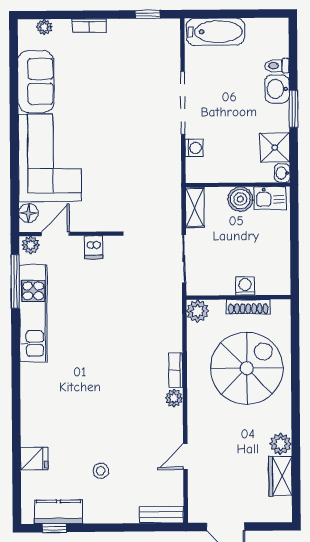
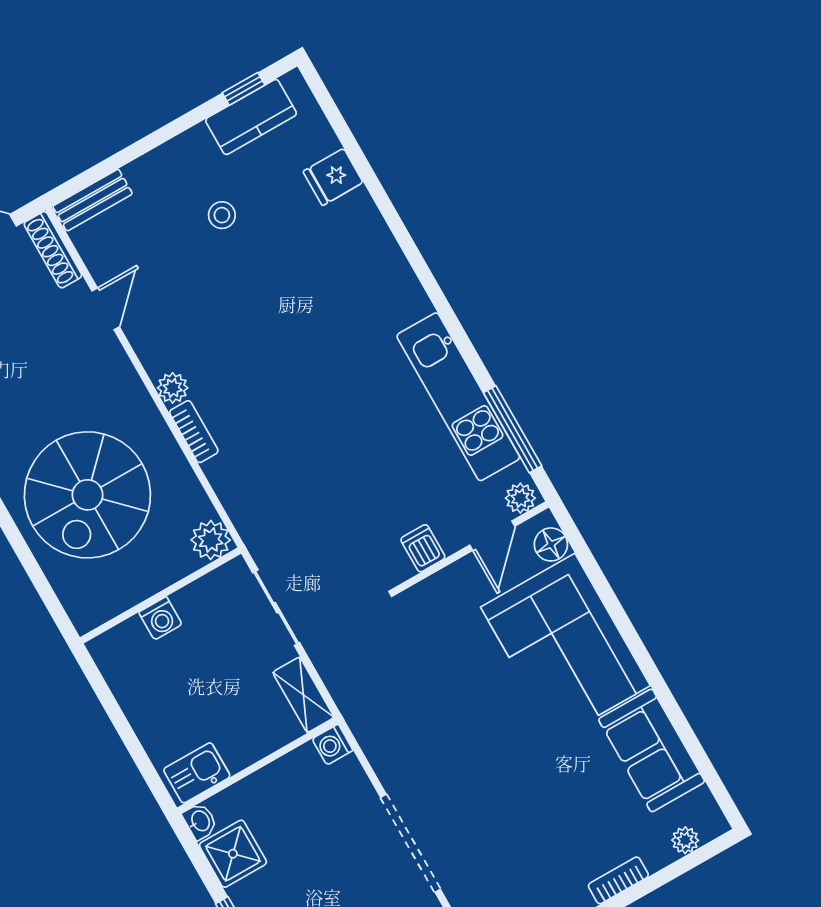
washing machine: (194, 148) -> (333, 745), moved
boiler: (240, 199) -> (241, 746), removed
shoe rack: (248, 307) -> (53, 250), moved, turned -90

